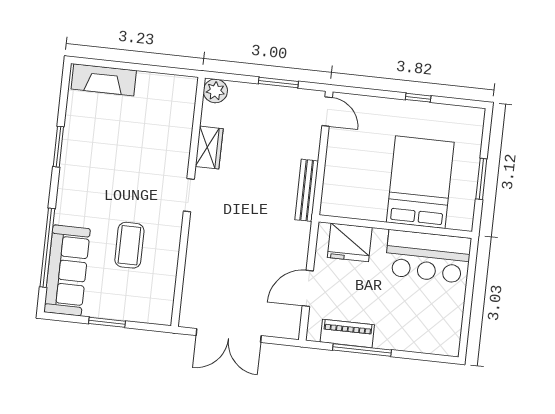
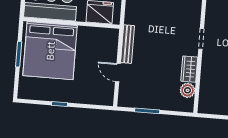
plant: (215, 91) -> (188, 90), moved
door: (327, 112) -> (118, 73), moved
bed: (420, 182) -> (50, 51), width x1.36

